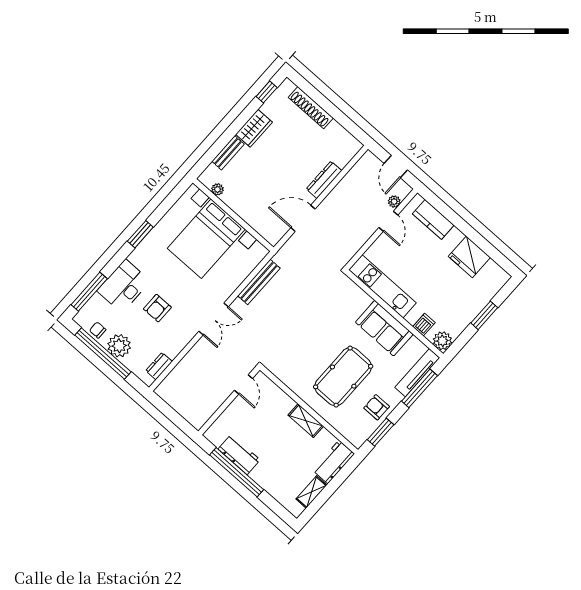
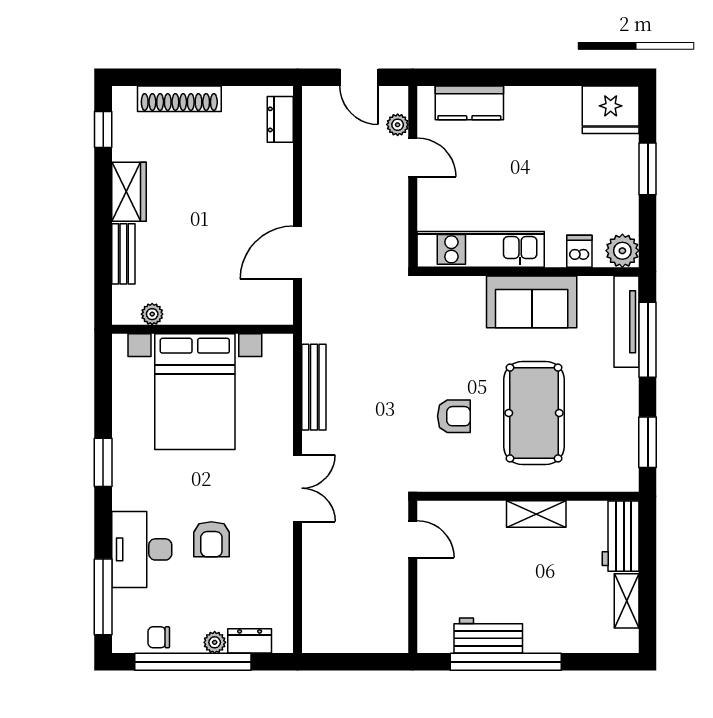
dresser: (324, 180) -> (280, 119), moved, width x0.70
fridge: (469, 257) -> (611, 110), moved
plant: (119, 346) -> (215, 642), width x0.53, depth x0.53
dresser: (159, 366) -> (250, 641), moved, turned 90
armchair: (377, 407) -> (454, 416), moved, turned 180

